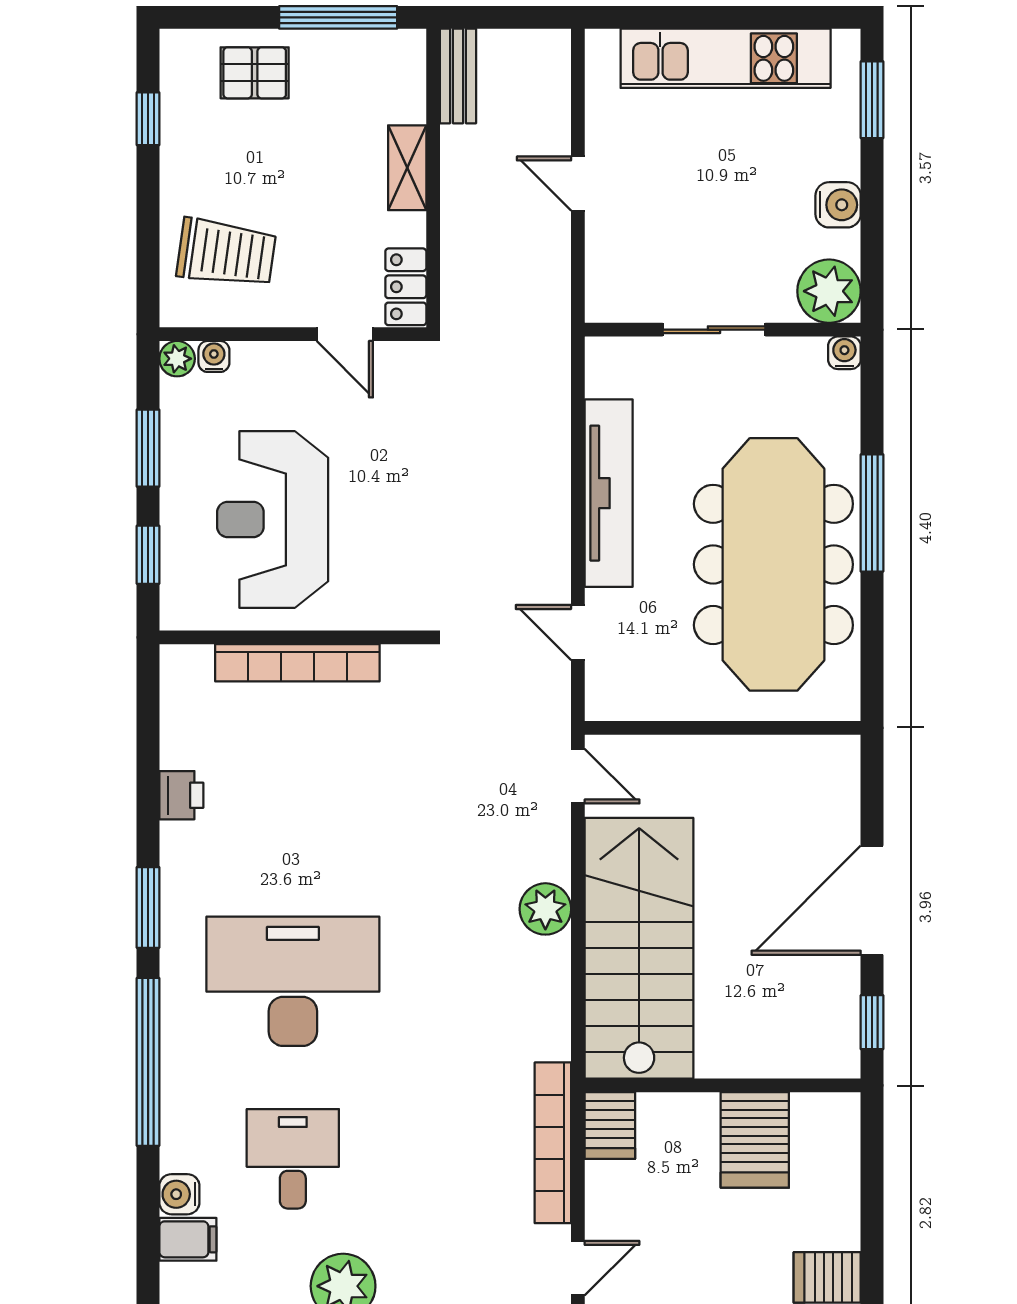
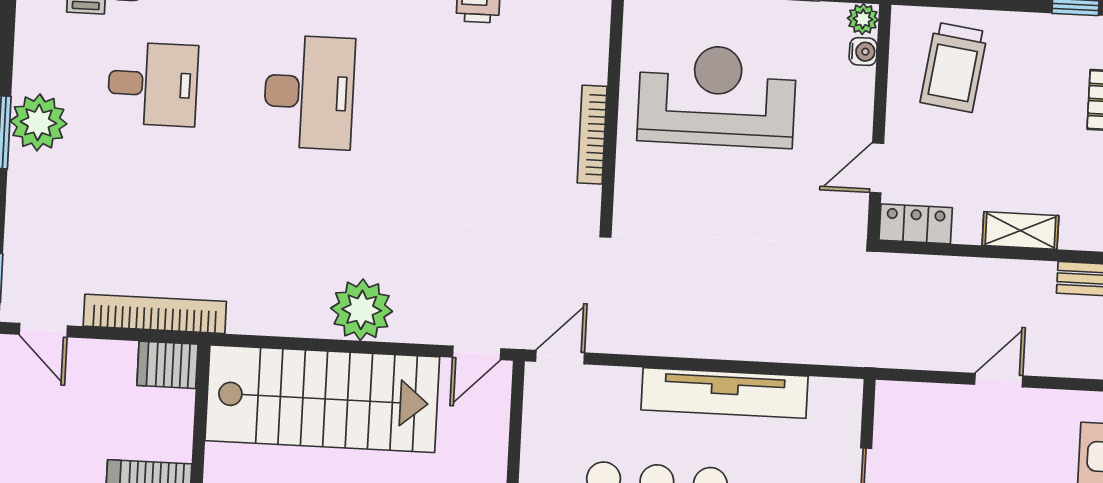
door: (578, 633) -> (560, 357), moved
bookcase: (297, 663) -> (592, 135), width x0.68, depth x0.76
plant: (545, 909) -> (362, 310), width x1.36, depth x1.36
desk: (293, 981) -> (309, 92), width x0.73, depth x0.77

